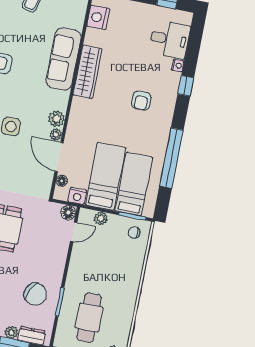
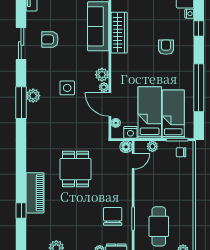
armchair: (141, 101) -> (166, 47), turned 180
chair: (35, 294) -> (113, 216), turned -115

